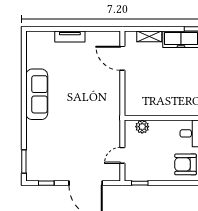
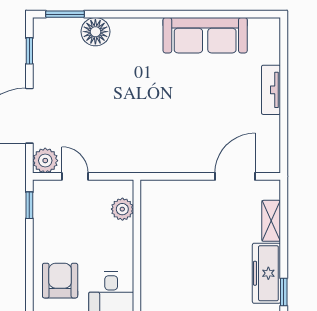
sofa: (37, 94) -> (205, 35), moved
floor lamp: (35, 143) -> (95, 32), added
plant: (113, 173) -> (45, 161), added

